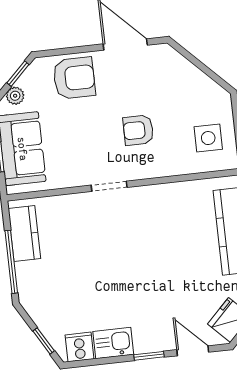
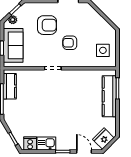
armchair: (74, 78) -> (47, 25), moved

